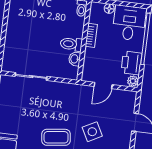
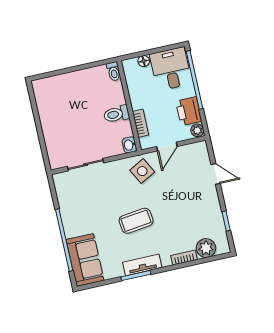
bookcase: (91, 35) -> (141, 123), moved
washbasin: (75, 59) -> (129, 145), moved
side table: (92, 132) -> (142, 171), moved

